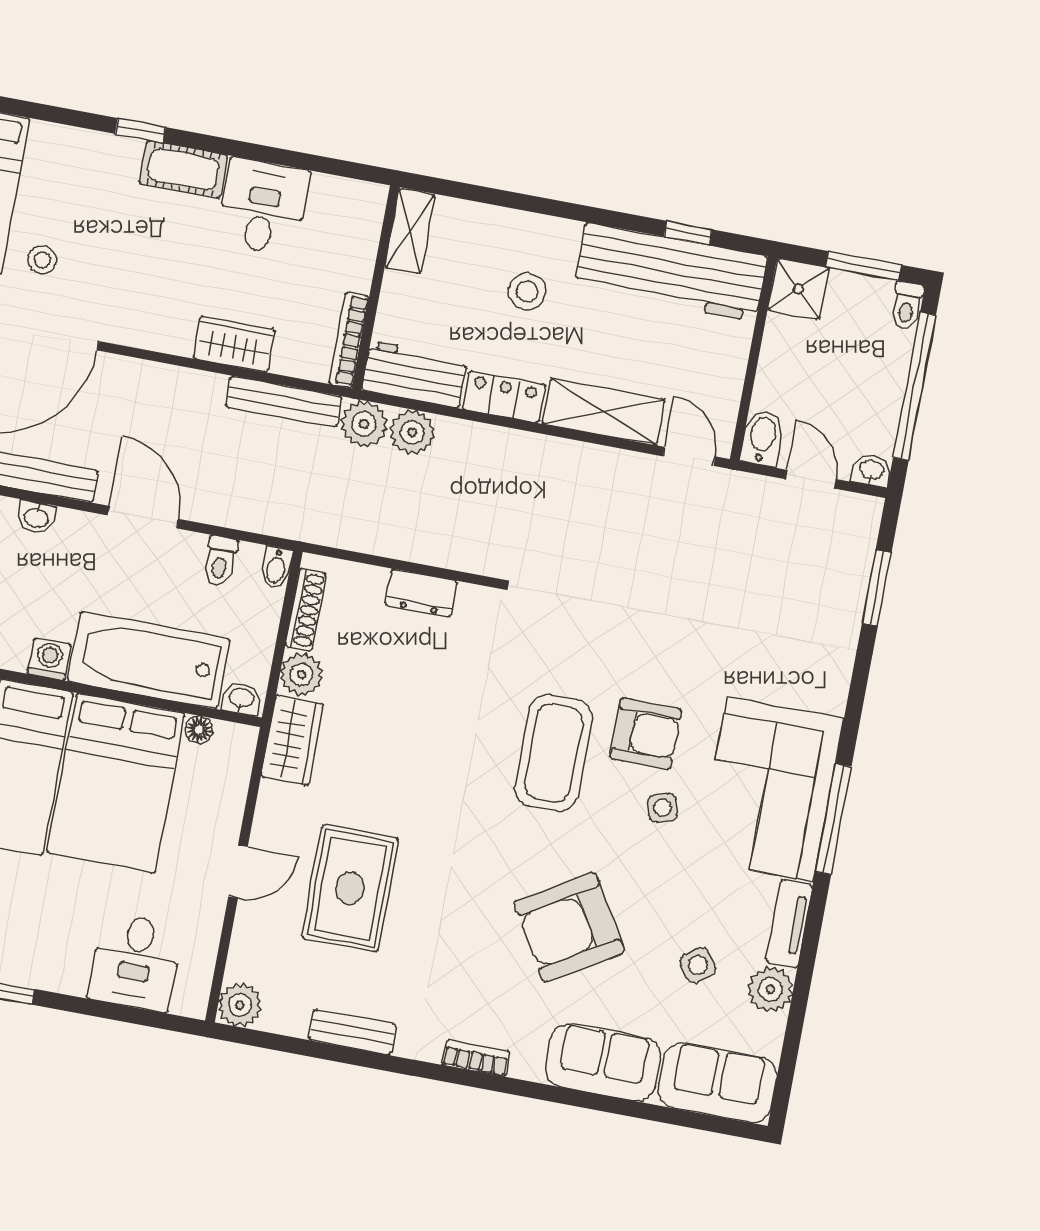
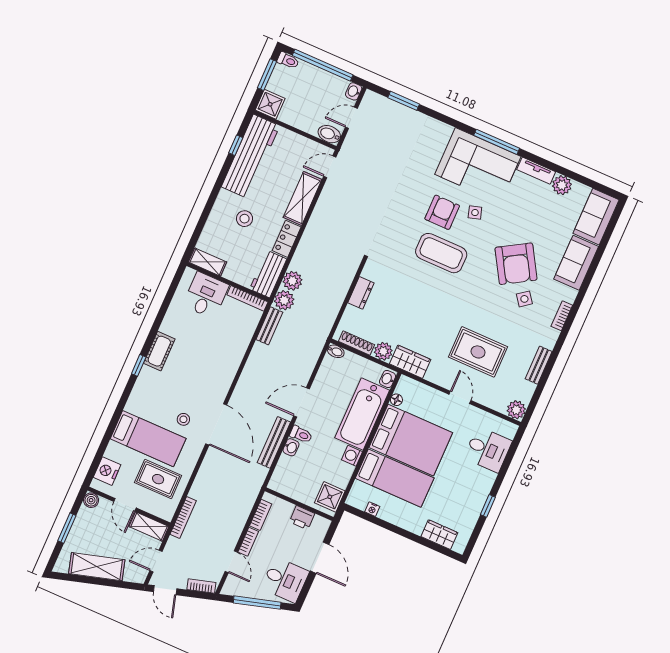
desk: (263, 207) -> (206, 295), moved, turned 90
wardrobe: (234, 344) -> (238, 347), removed
bench: (284, 402) -> (269, 326), width x0.73
toilet: (220, 561) -> (301, 434), moved
side table: (698, 965) -> (524, 299), moved

